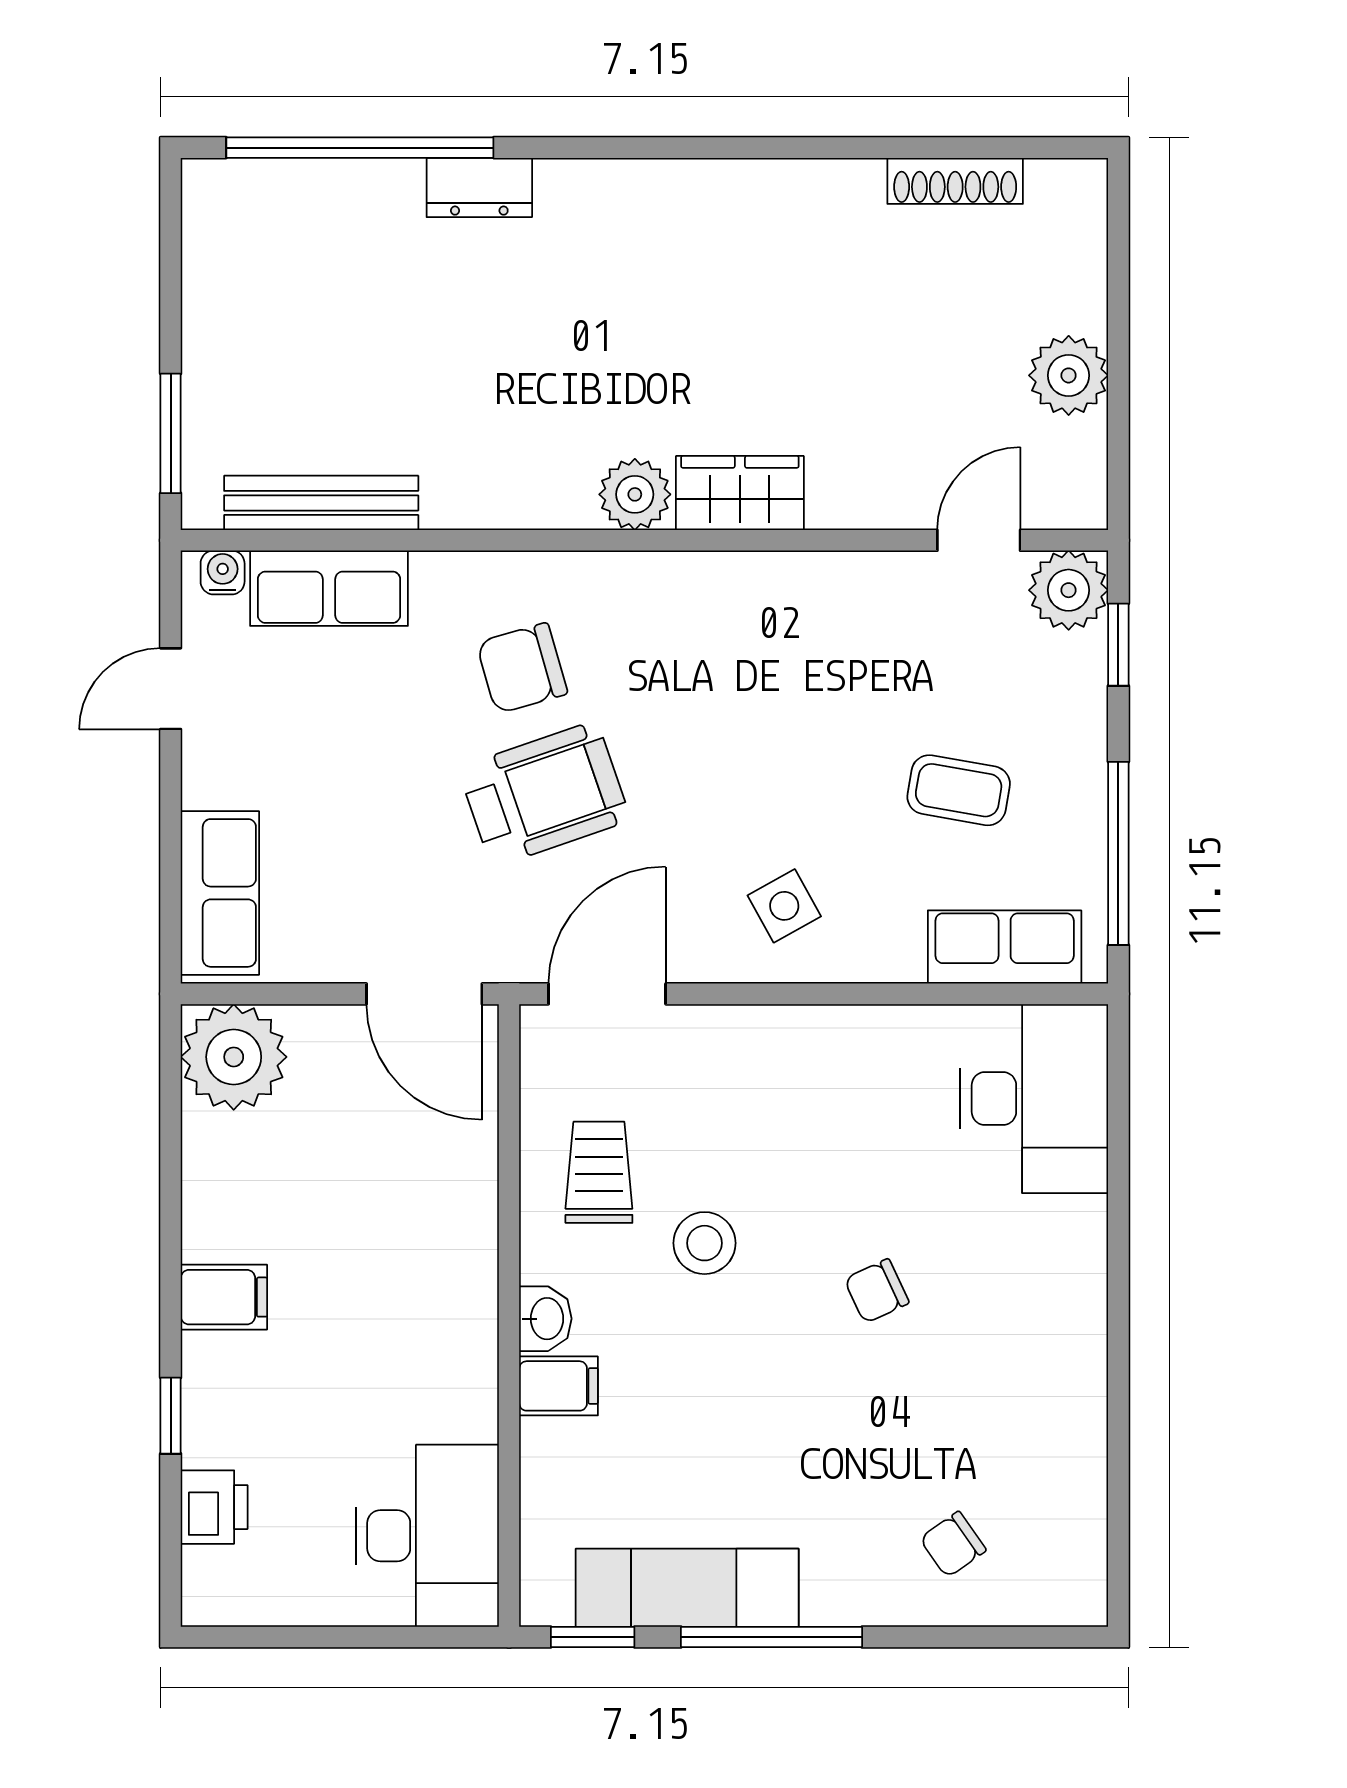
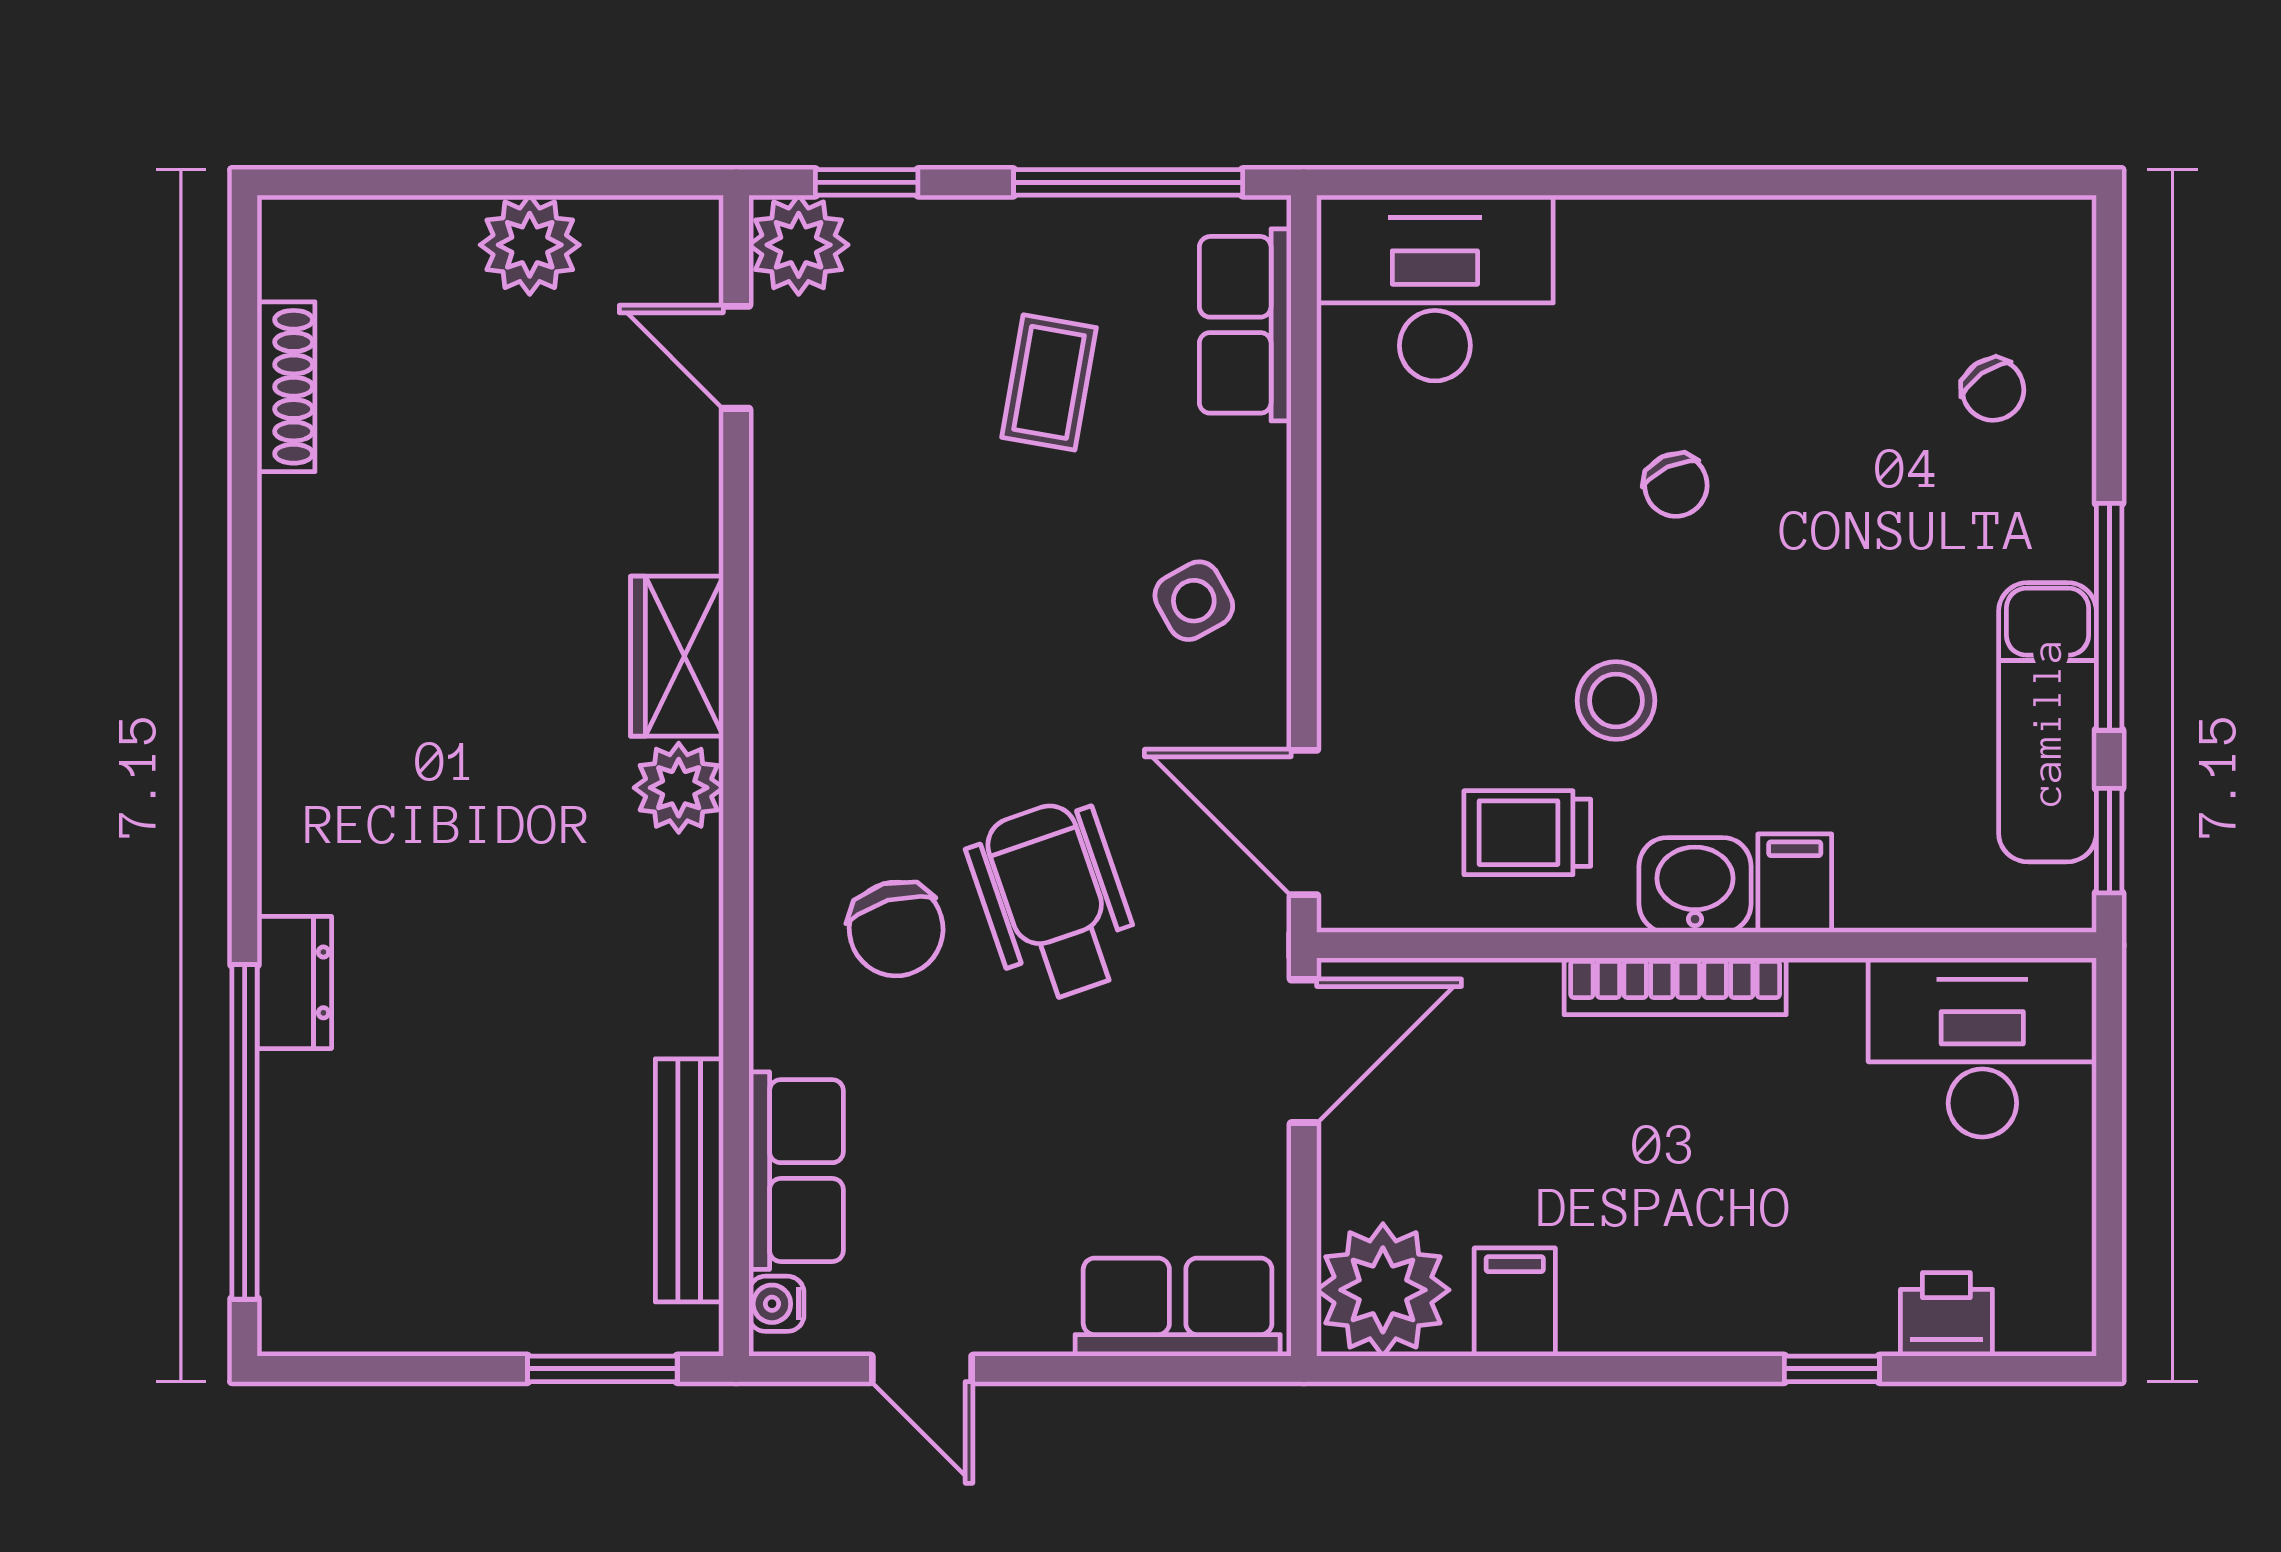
bookcase: (476, 1290) -> (1675, 986), added
filing cabinet: (224, 1297) -> (1515, 1302), moved
washbasin: (545, 1319) -> (1695, 885), width x1.38, depth x1.45

